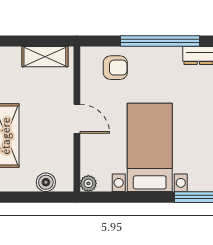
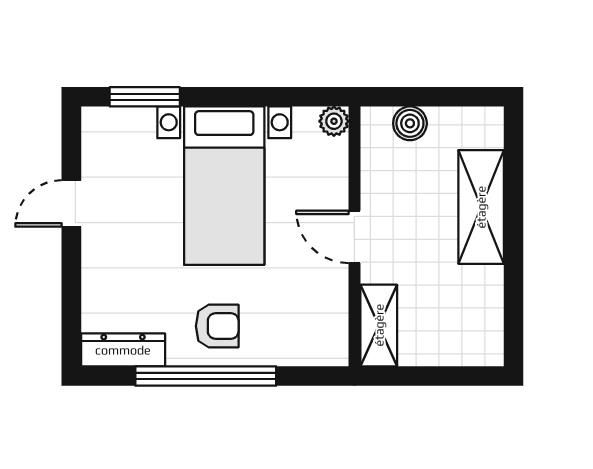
shelving: (45, 57) -> (379, 325), moved, turned 90
armchair: (115, 68) -> (217, 326), moved, turned 180

